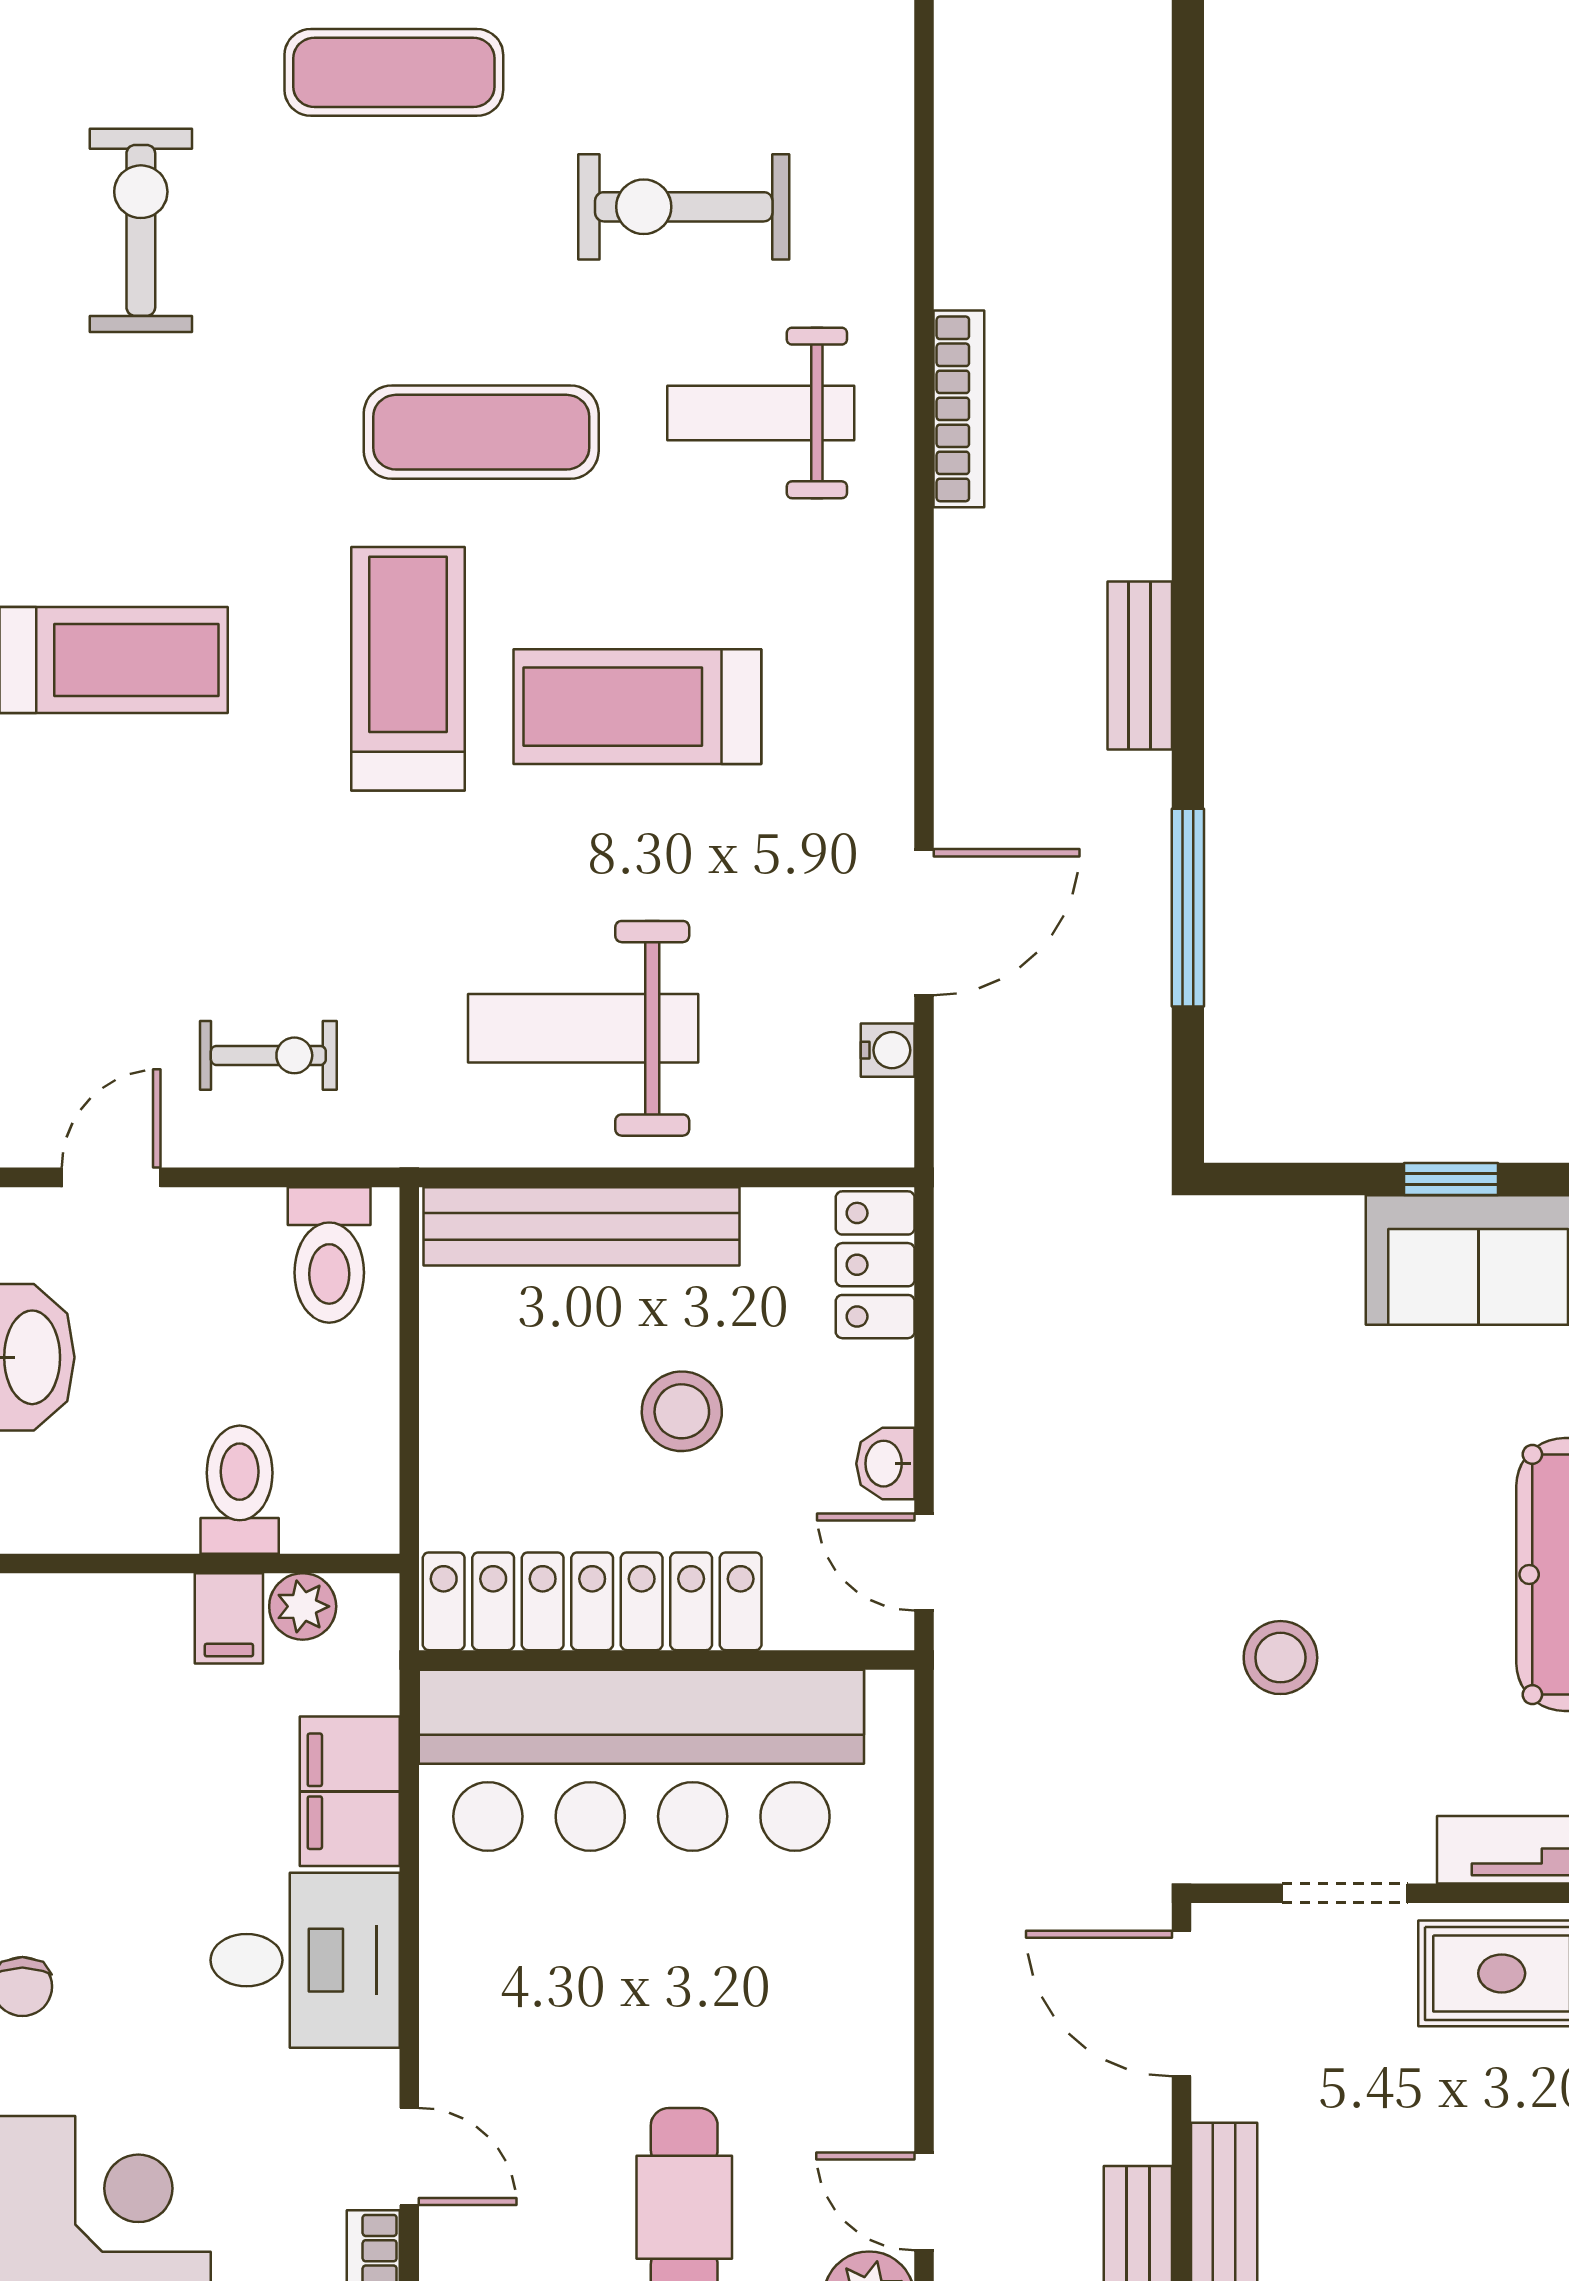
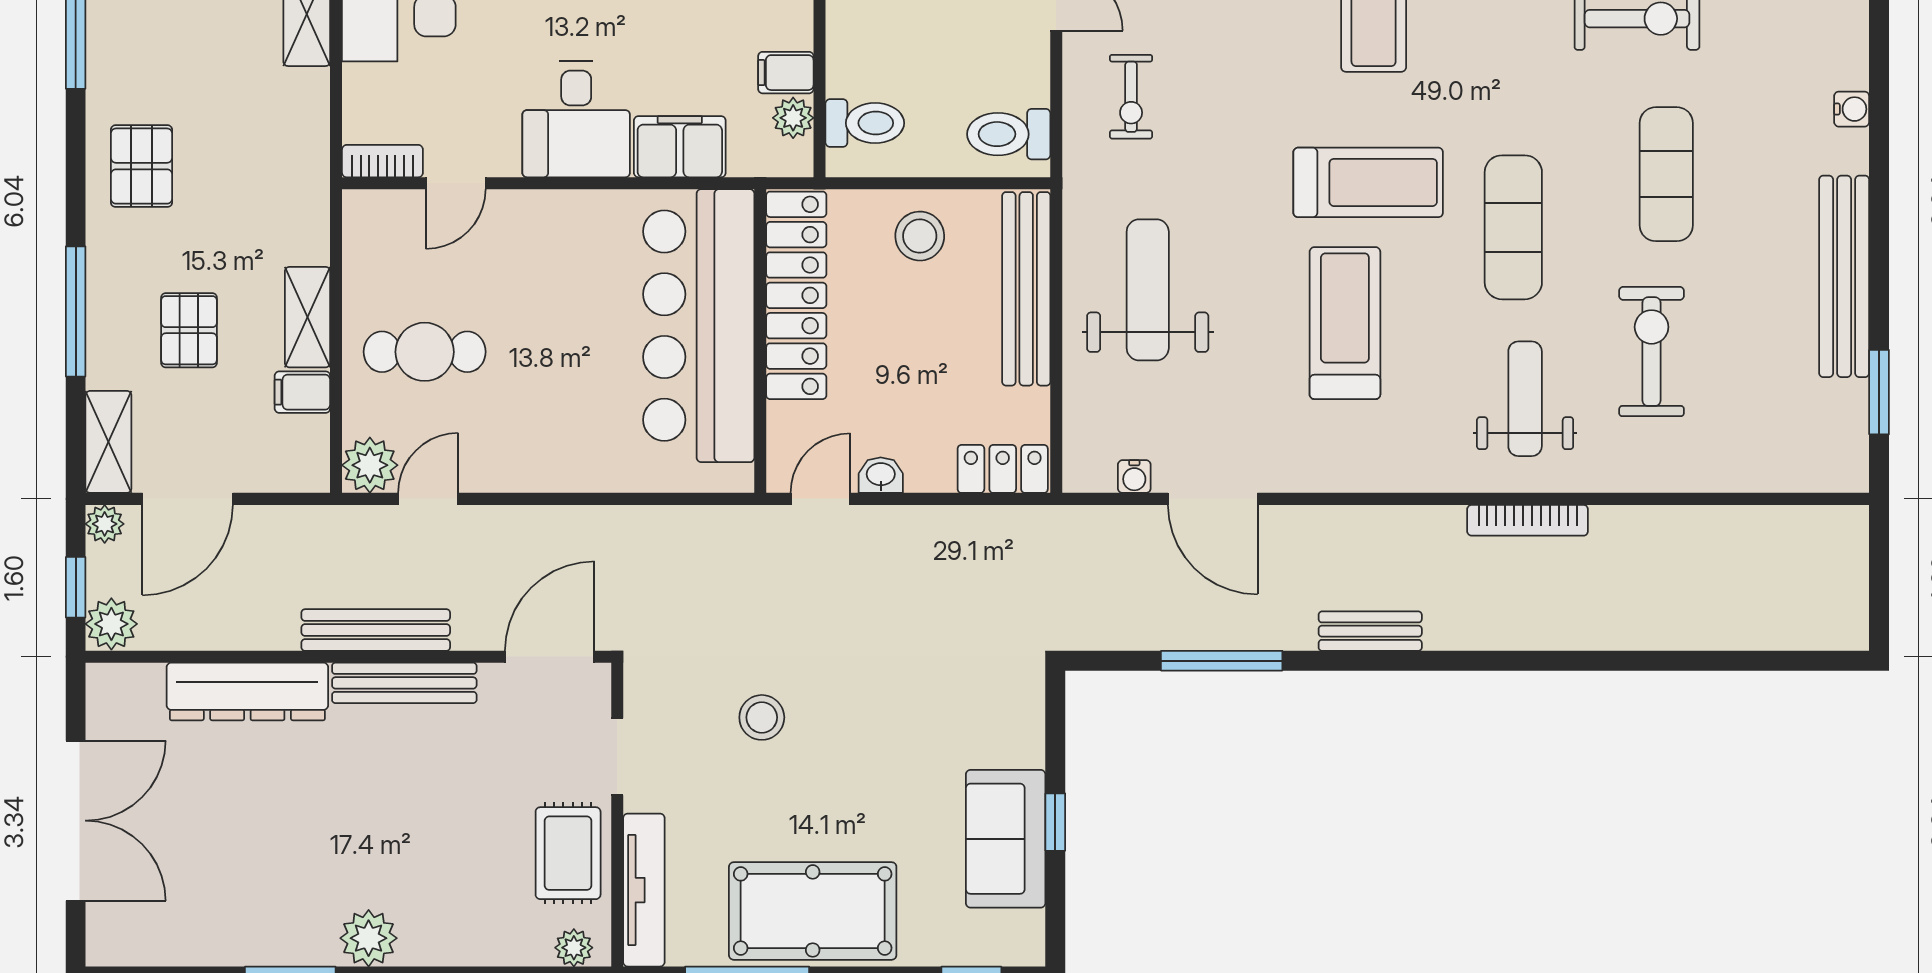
exercise mat: (394, 72) -> (1666, 174), moved
stool: (682, 1411) -> (920, 236), moved
toilet: (240, 1490) -> (865, 123), moved

